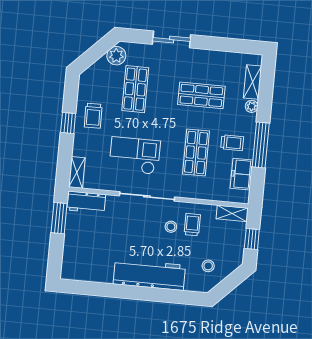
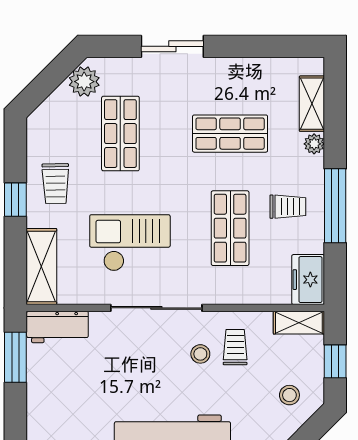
shelving: (77, 172) -> (41, 266), width x1.50, depth x1.33
freezer: (242, 174) -> (308, 280), moved
stool: (208, 266) -> (289, 395), moved

